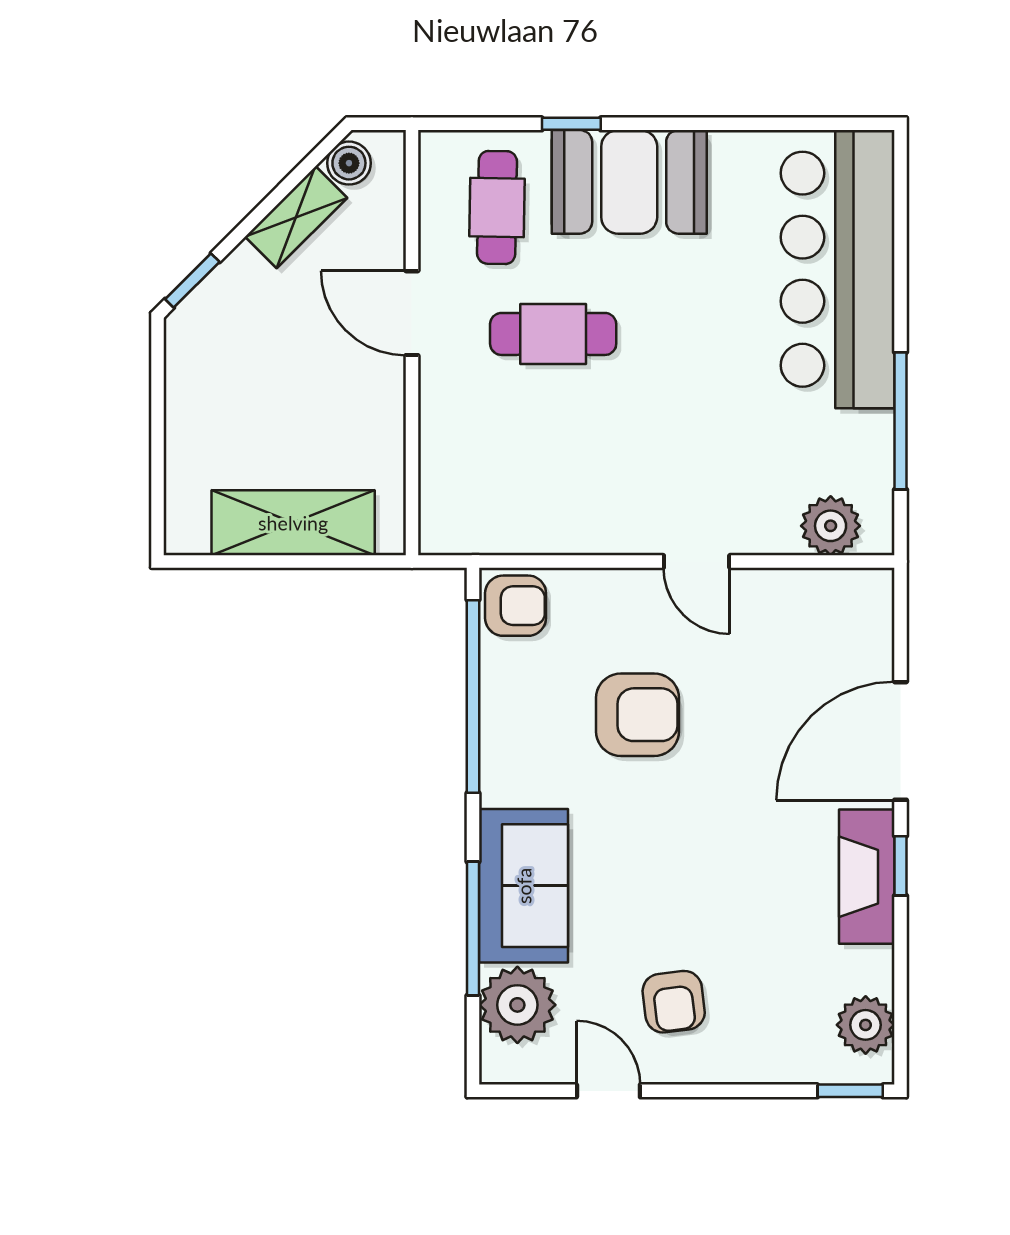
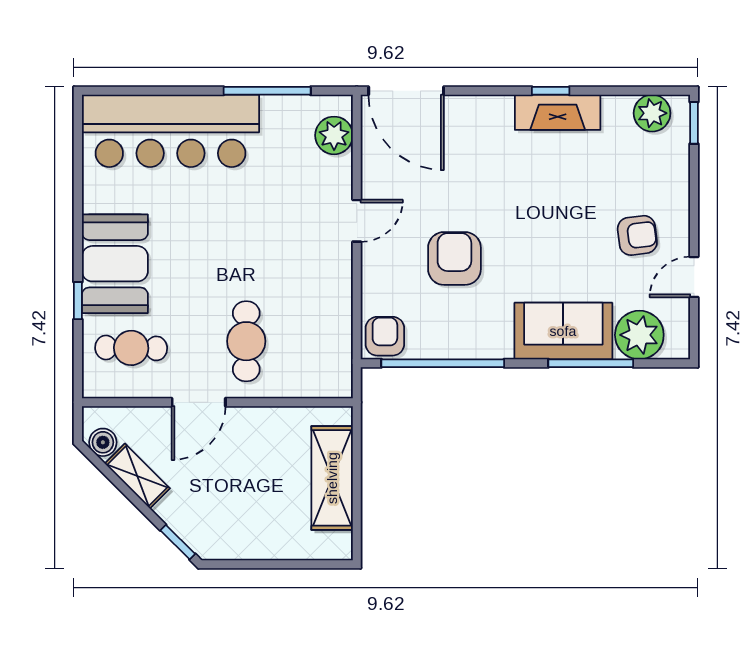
cafe table: (553, 334) -> (246, 341), moved
door: (900, 741) -> (406, 91), moved

